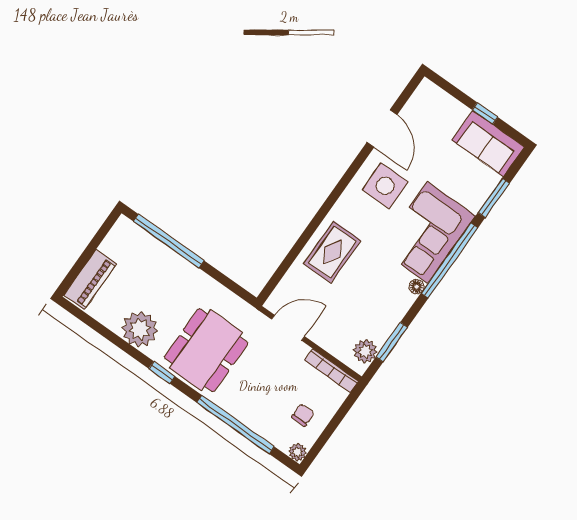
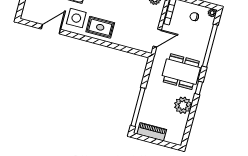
rug: (332, 252) -> (100, 27), moved
piano: (90, 279) -> (152, 132), moved
door: (288, 328) -> (157, 38), swing flipped

